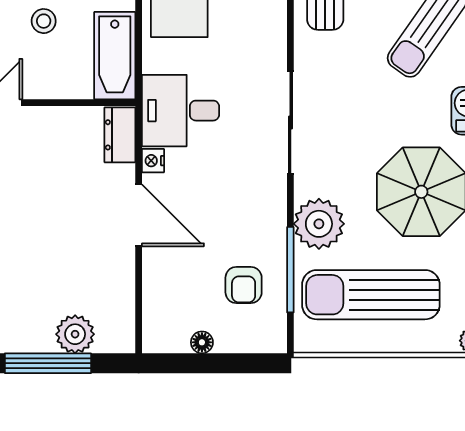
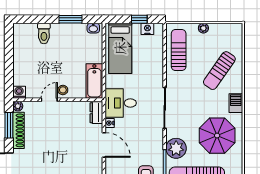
stool: (44, 21) -> (63, 90), moved

